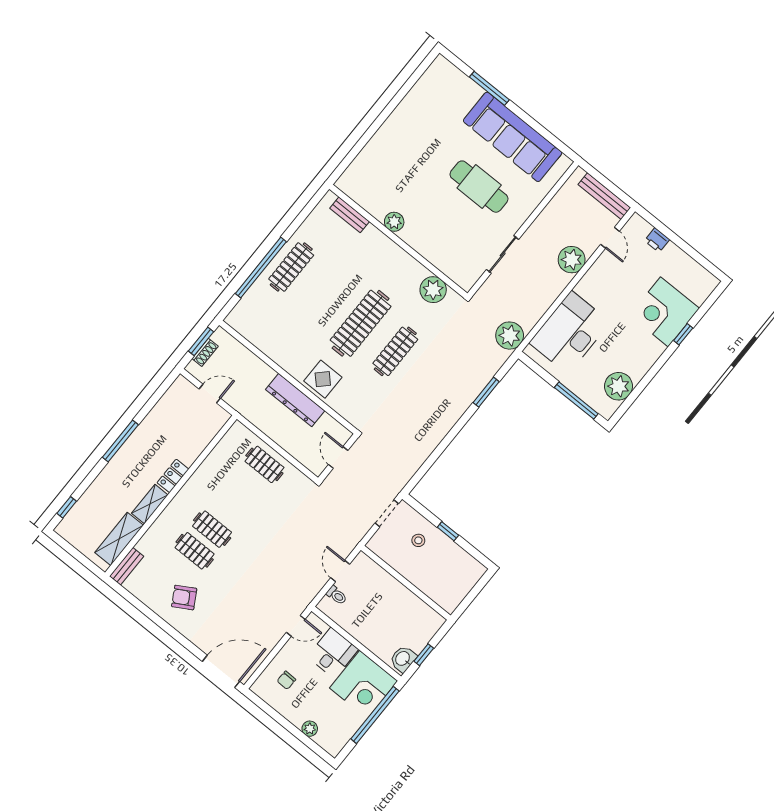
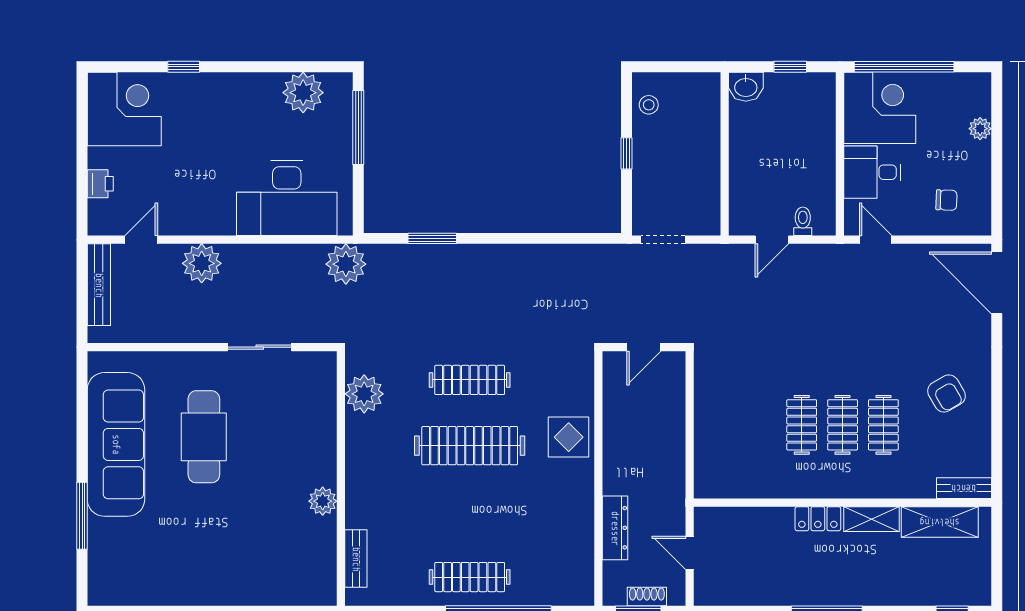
corner desk: (664, 312) -> (124, 109), moved, turned -90
dresser: (295, 400) -> (615, 528), moved, width x0.73, depth x0.80
clothes rail: (264, 464) -> (802, 425), moved
stool: (418, 540) -> (649, 105), moved
washbasin: (403, 659) -> (746, 87), moved

